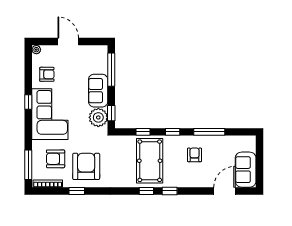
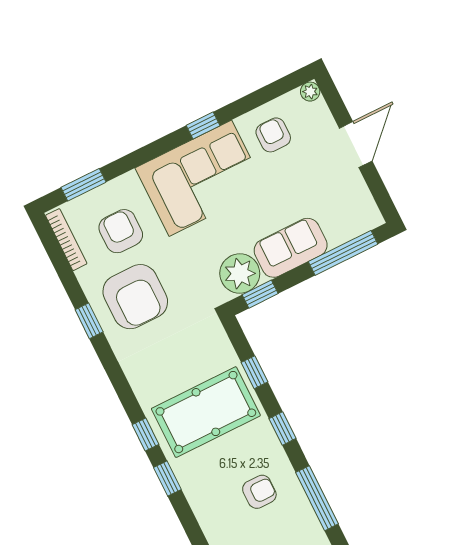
armchair: (47, 74) -> (273, 135), turned 180
window: (28, 165) -> (84, 185), width x0.69
armchair: (86, 166) -> (135, 297), turned 90
window: (77, 191) -> (89, 321), moved

